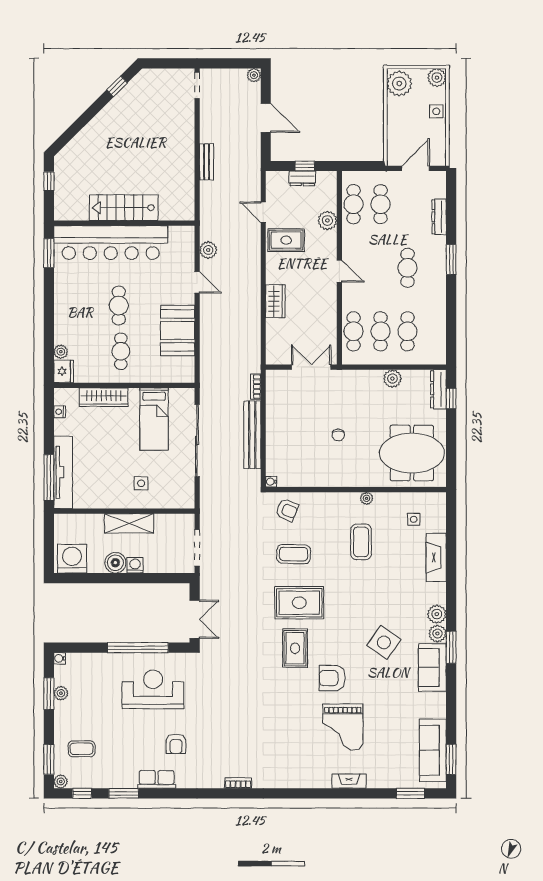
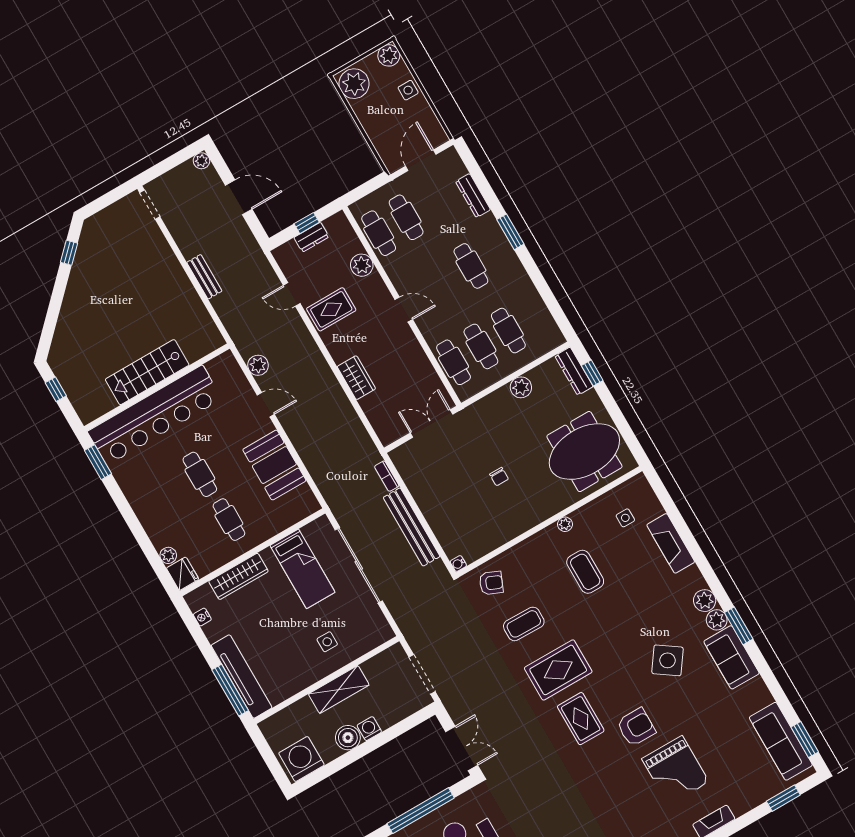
armchair: (332, 678) -> (636, 727), turned 180

